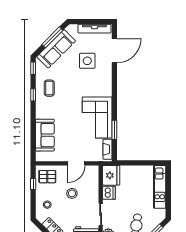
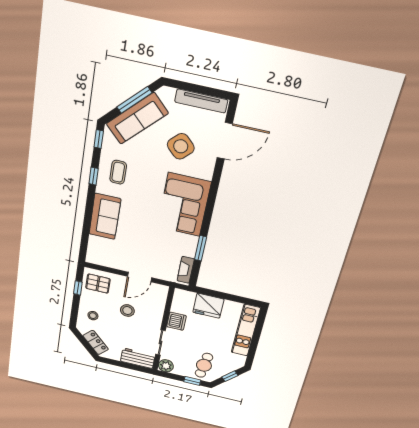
side table: (87, 61) -> (181, 146), turned 45
corner sofa: (97, 118) -> (184, 205), moved
sofa: (45, 135) -> (105, 216), moved
fridge: (111, 175) -> (208, 306), moved, turned 90

